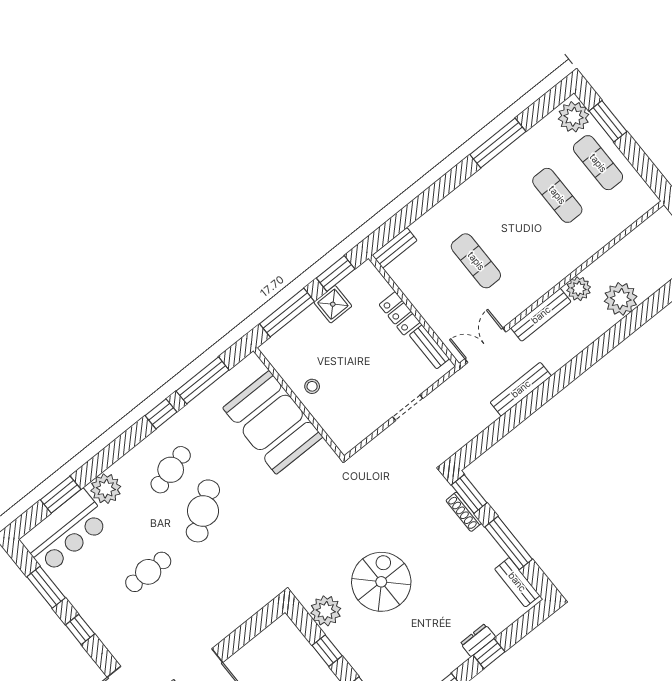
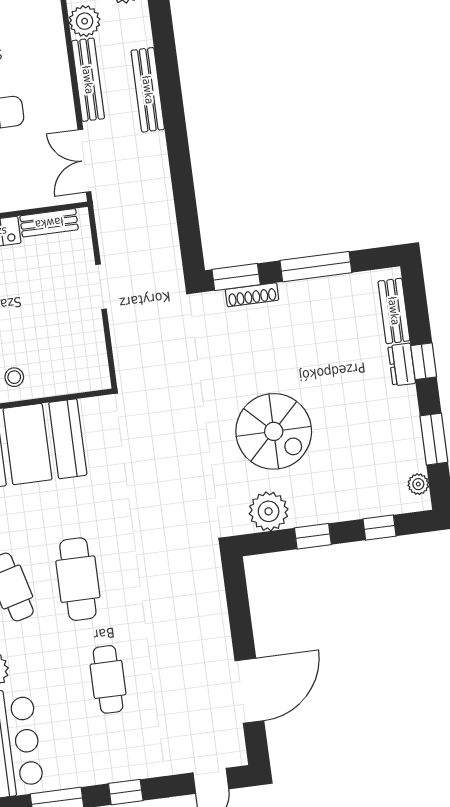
bench: (521, 389) -> (148, 90), moved
cafe table: (203, 511) -> (78, 579), turned 36
spiral stairs: (381, 582) -> (274, 431), turned 180
bench: (517, 582) -> (394, 311), moved, turned 90

